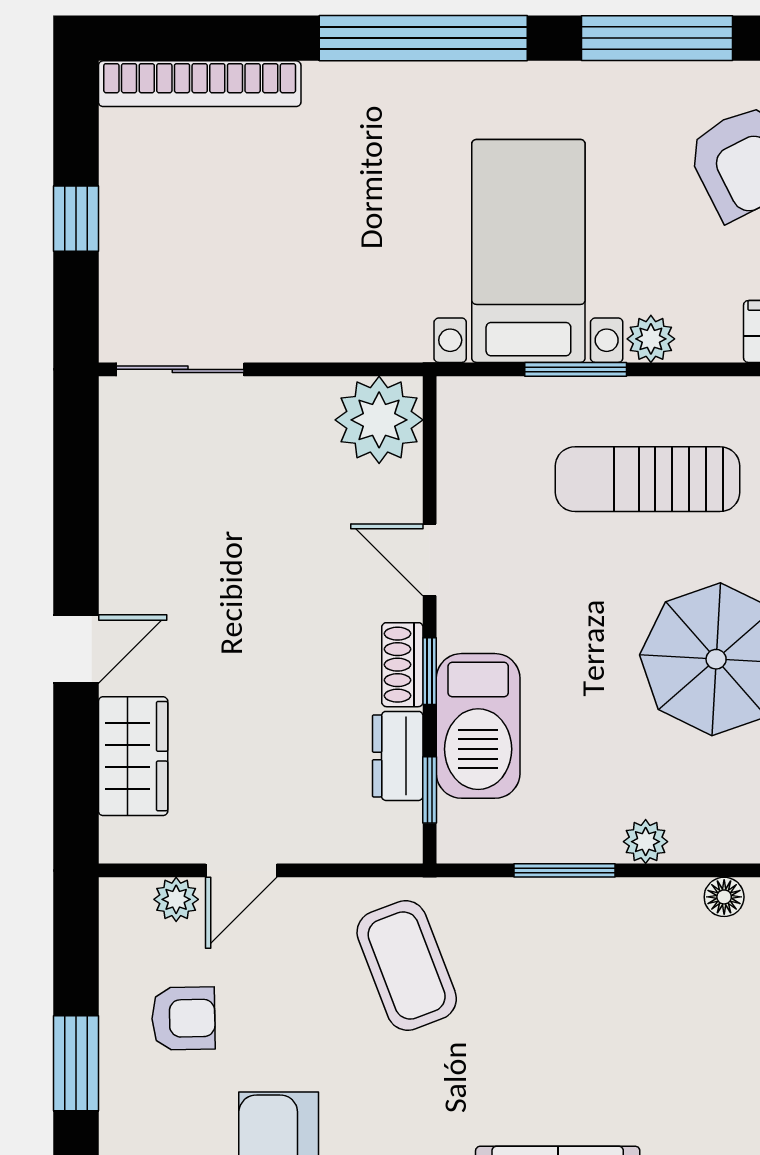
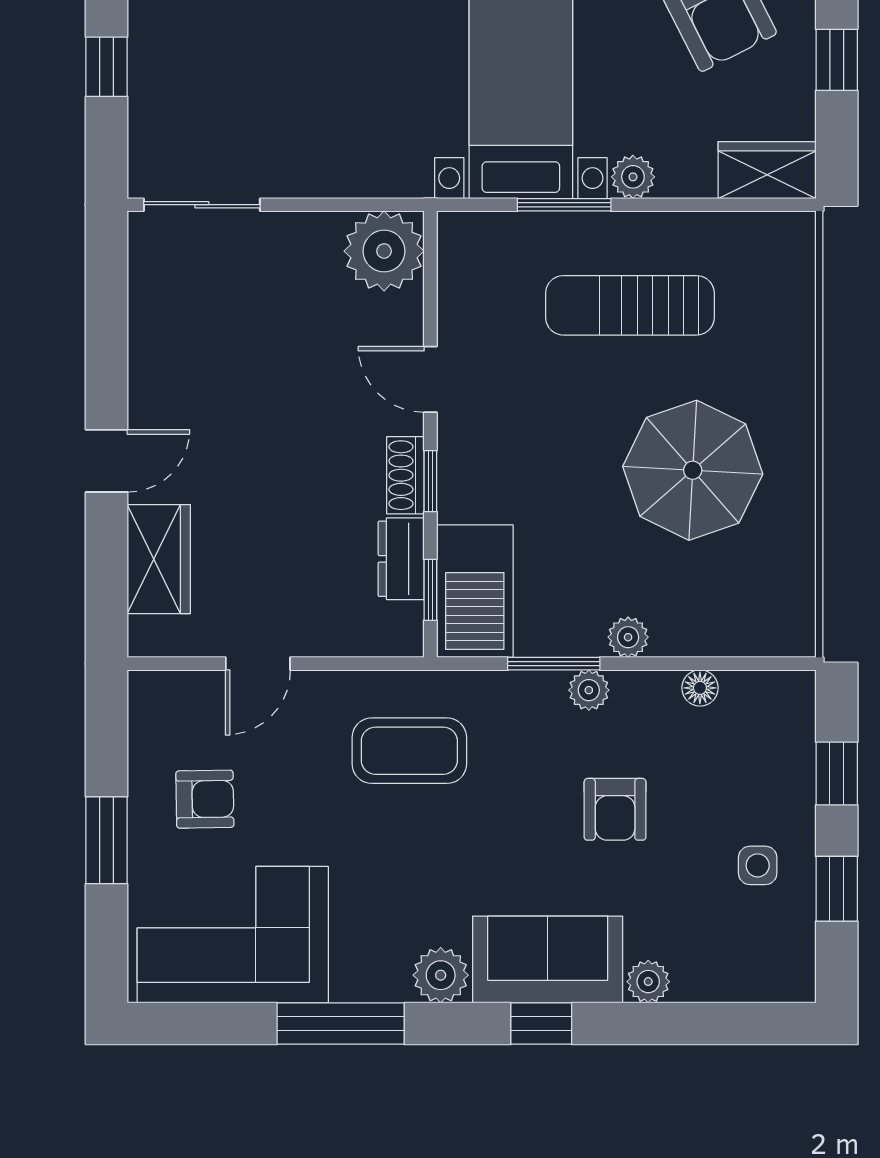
barbecue: (478, 726) -> (475, 591), moved
plant: (176, 899) -> (589, 690), moved
coffee table: (407, 965) -> (409, 751), turned -69
armchair: (631, 1030) -> (615, 809), added

